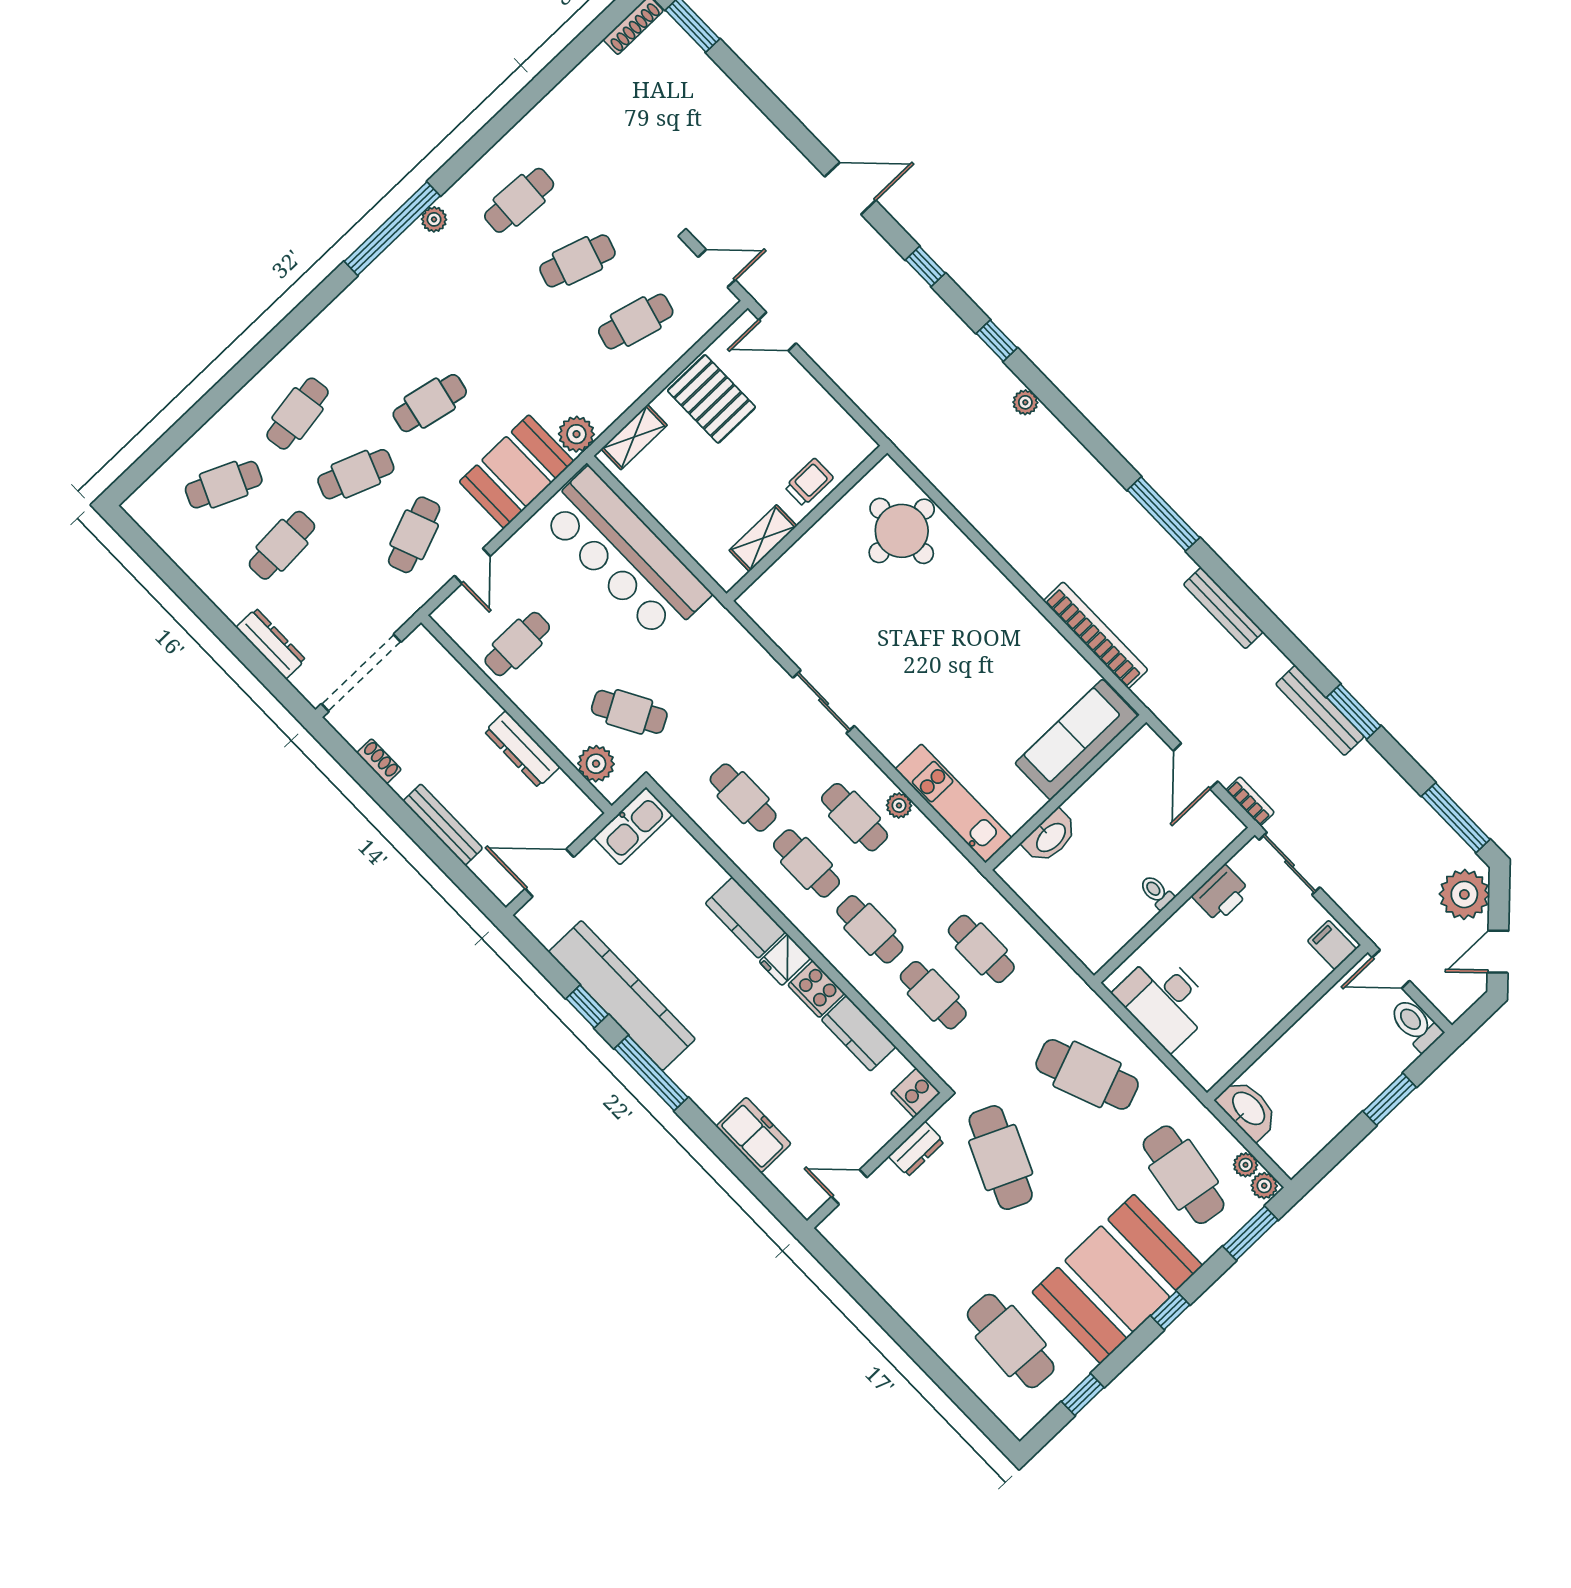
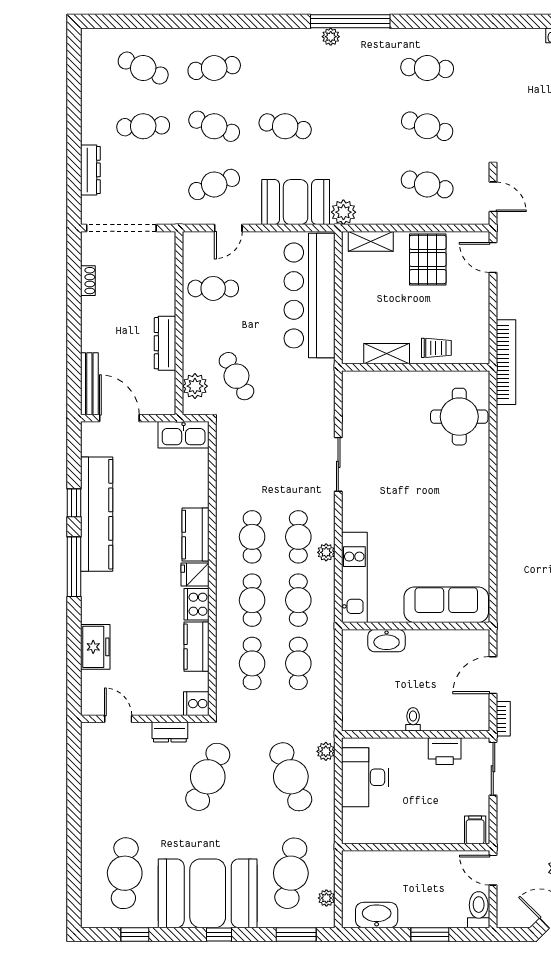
plant: (434, 219) -> (331, 37), moved
bookcase: (1096, 635) -> (506, 362), moved
cafe table: (743, 798) -> (298, 600), moved
bench: (443, 825) -> (89, 384), moved
washbasin: (1248, 1109) -> (377, 915), moved, turned -90
plant: (1264, 1186) -> (326, 751), moved

